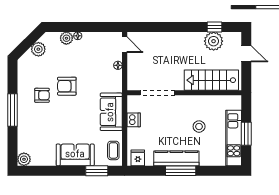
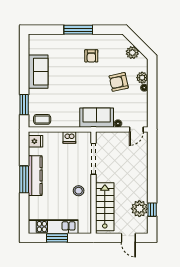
door: (246, 54) -> (128, 238), hinge flipped
armchair: (67, 86) -> (119, 82), moved, turned -102
sofa: (111, 112) -> (97, 118), moved
stool: (199, 127) -> (79, 191), moved
sofa: (75, 155) -> (38, 72), moved
plant: (24, 159) -> (34, 40), removed

